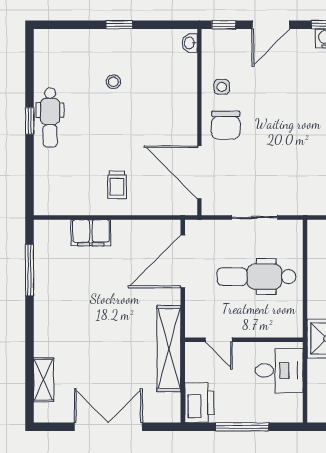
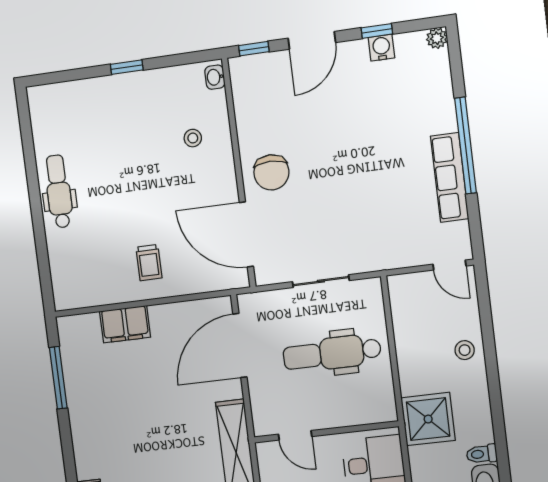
stool: (113, 82) -> (193, 138), moved
side table: (222, 87) -> (261, 126), removed
dental chair: (50, 117) -> (59, 191), turned 180
window: (29, 121) -> (35, 199), removed

